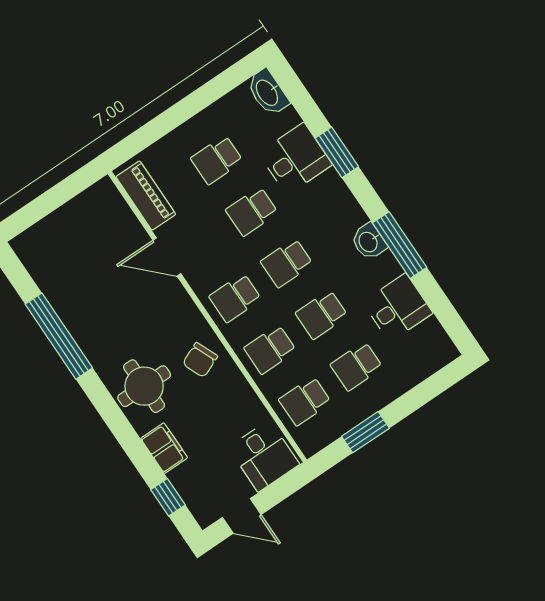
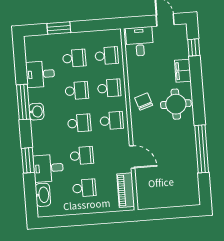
washbasin: (268, 92) -> (43, 195), moved
chair: (200, 360) -> (144, 102), turned -85
window: (365, 432) -> (59, 28), moved

